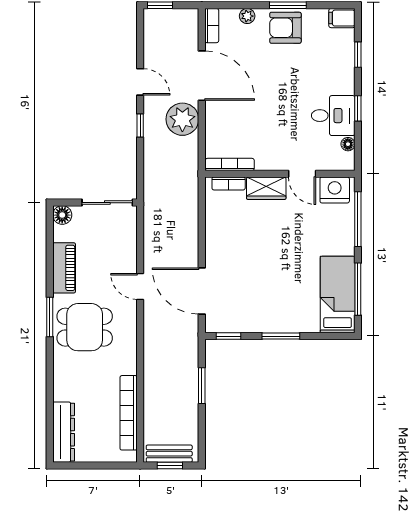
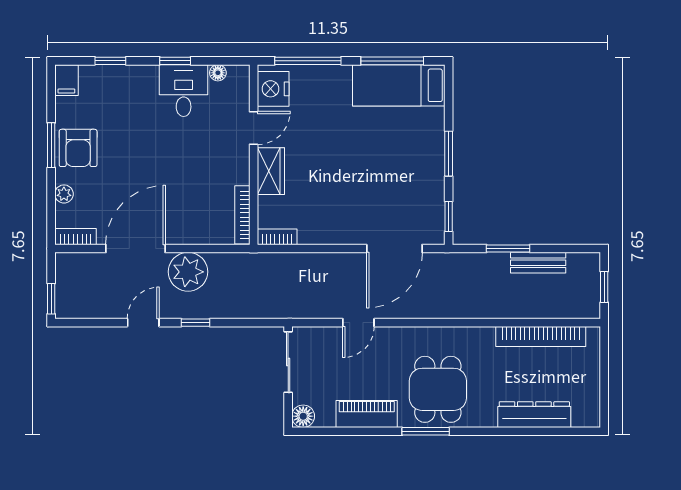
bookcase: (229, 183) -> (277, 237), moved, turned -90
door: (140, 286) -> (358, 323), moved
dresser: (64, 432) -> (534, 415), moved
bench: (169, 454) -> (538, 263), moved, turned 90

